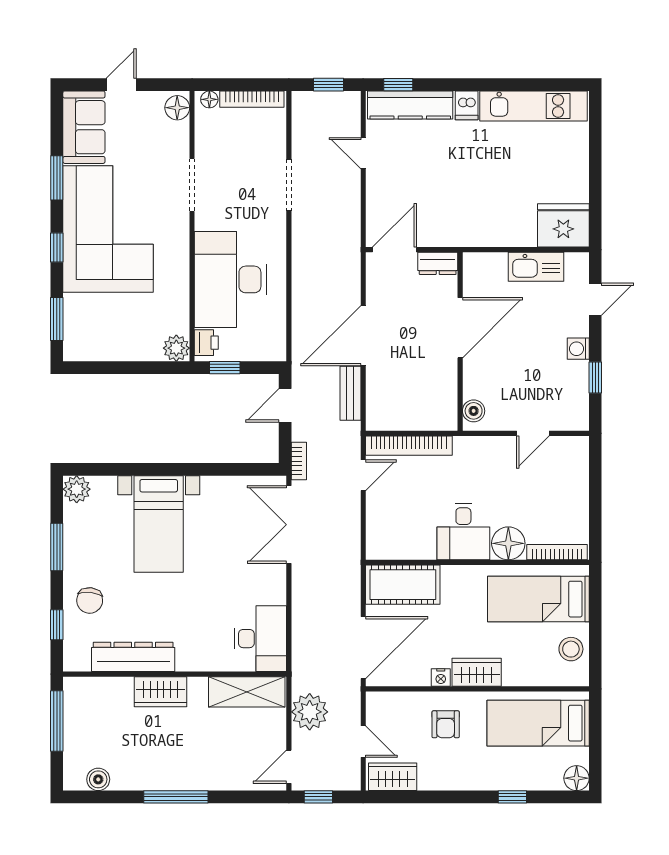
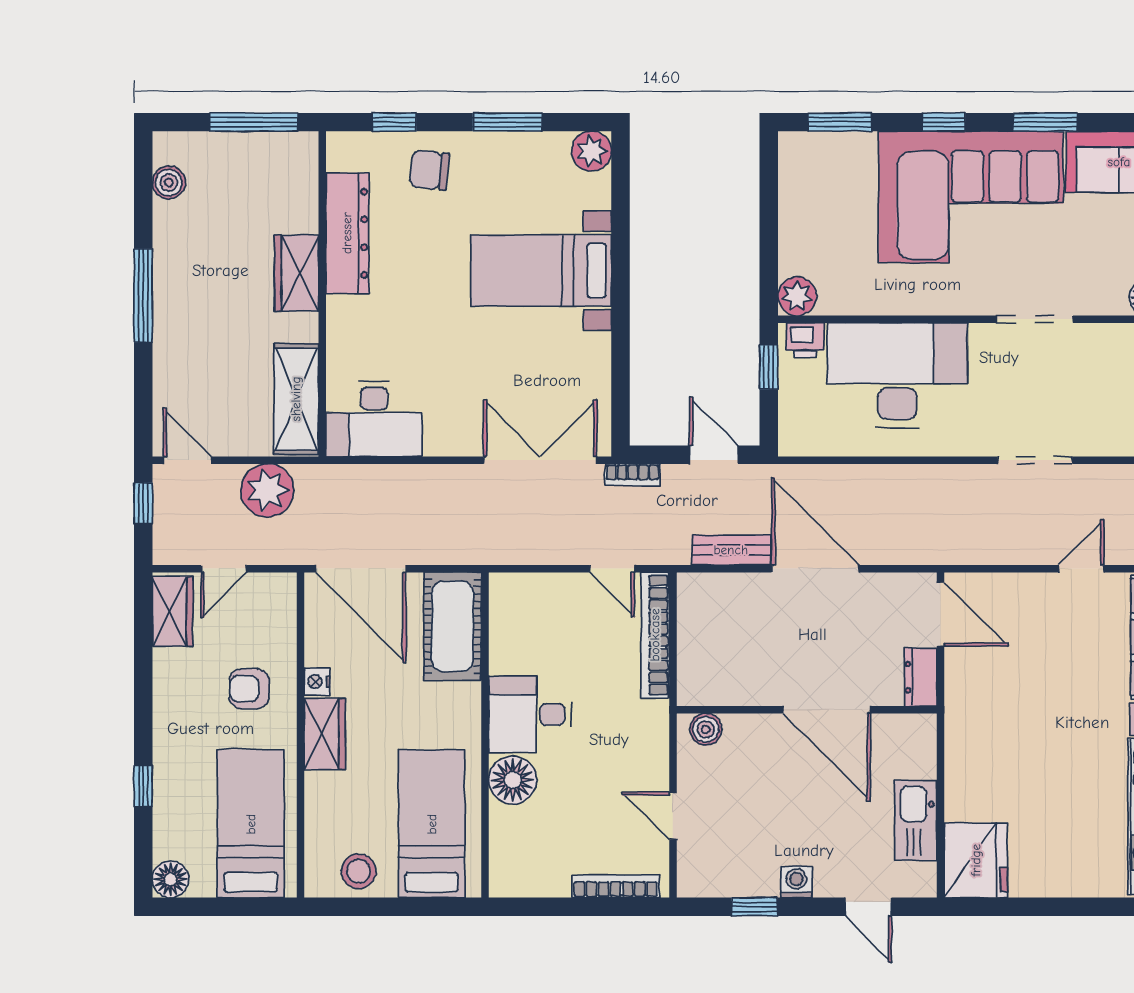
bookcase: (557, 552) -> (616, 886), moved, turned -90

